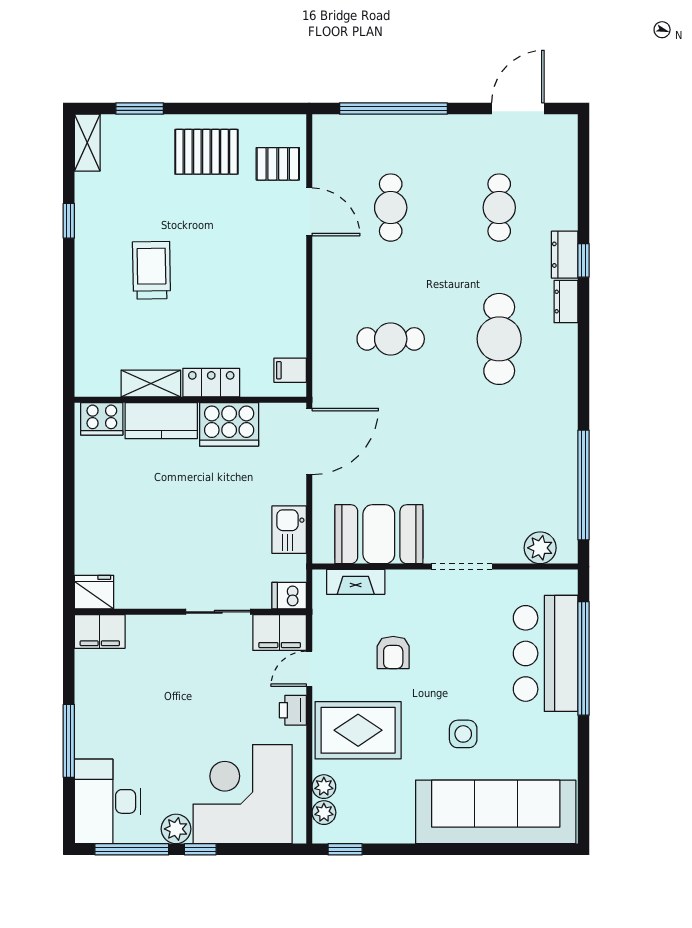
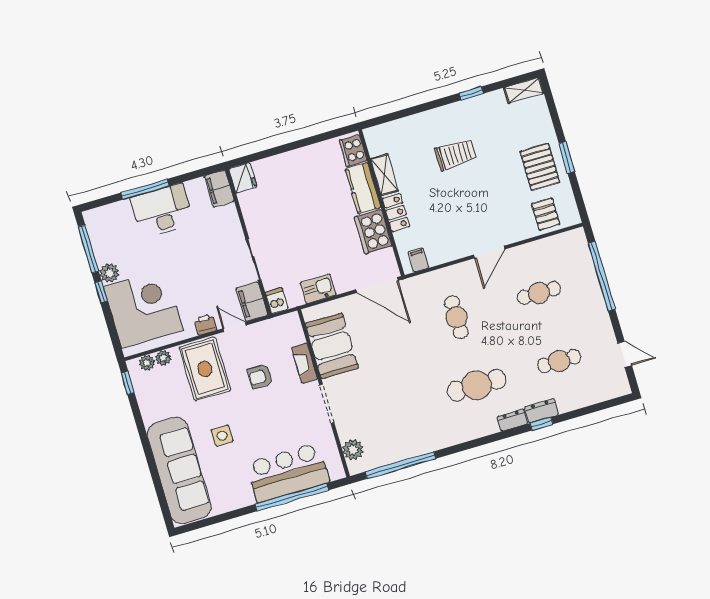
window: (140, 108) -> (567, 157), moved
door: (518, 108) -> (625, 354), width x0.73
door: (309, 212) -> (489, 252), moved
fireplace: (356, 582) -> (304, 363), moved
desk: (108, 801) -> (162, 211), moved

